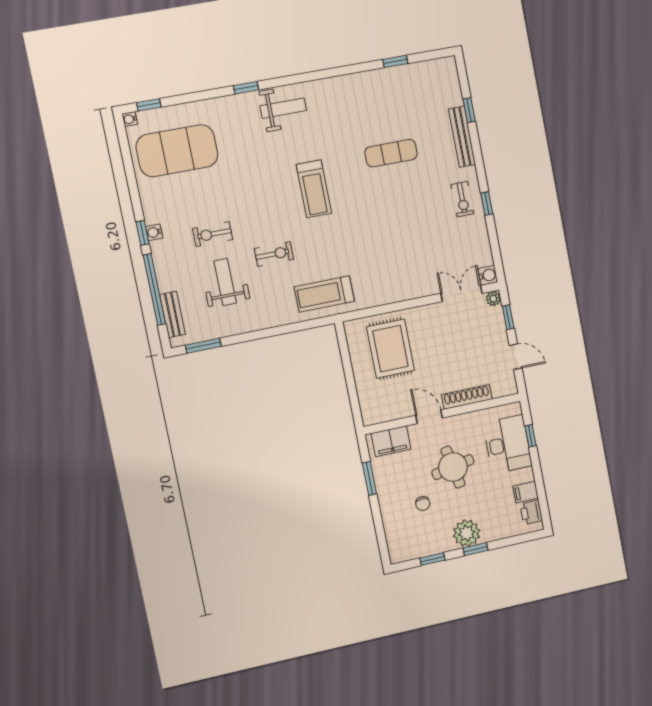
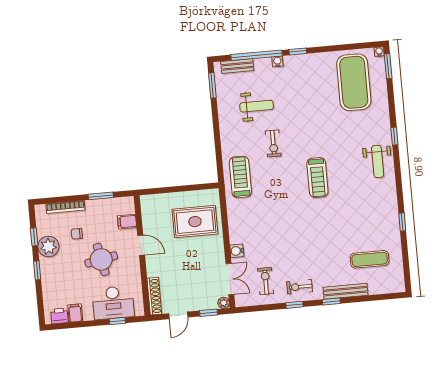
window: (395, 61) -> (402, 222), moved
window: (149, 105) -> (388, 66), width x1.50
window: (469, 110) -> (331, 302), moved
exercise mat: (391, 153) -> (370, 259), moved, turned 90
treadmill: (314, 189) -> (317, 177), turned -90
water cooler: (154, 232) -> (277, 61), moved
exercise bike: (213, 234) -> (266, 281), moved
water cooler: (488, 275) -> (237, 251), moved, turned 90
shoe rack: (467, 397) -> (154, 296), moved
door: (429, 417) -> (141, 245), hinge flipped
filing cabinet: (391, 441) -> (127, 222), width x0.50
bookcase: (389, 523) -> (65, 207), added
plant: (467, 533) -> (48, 247), moved

